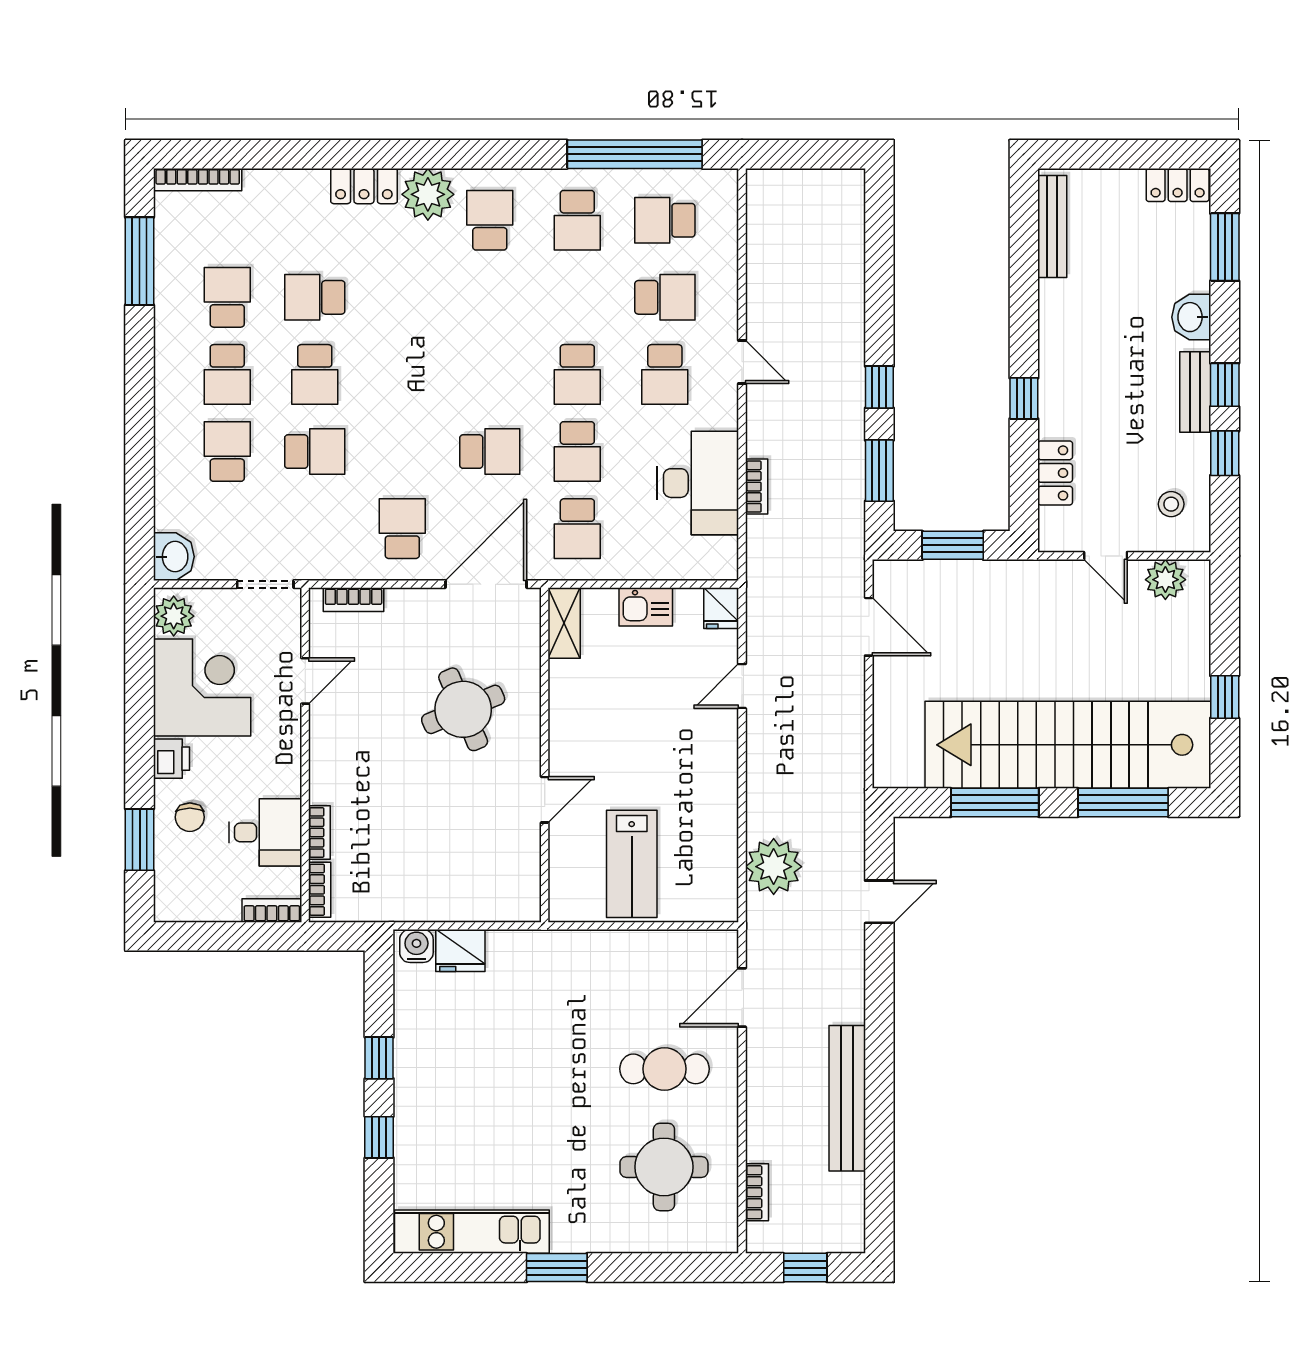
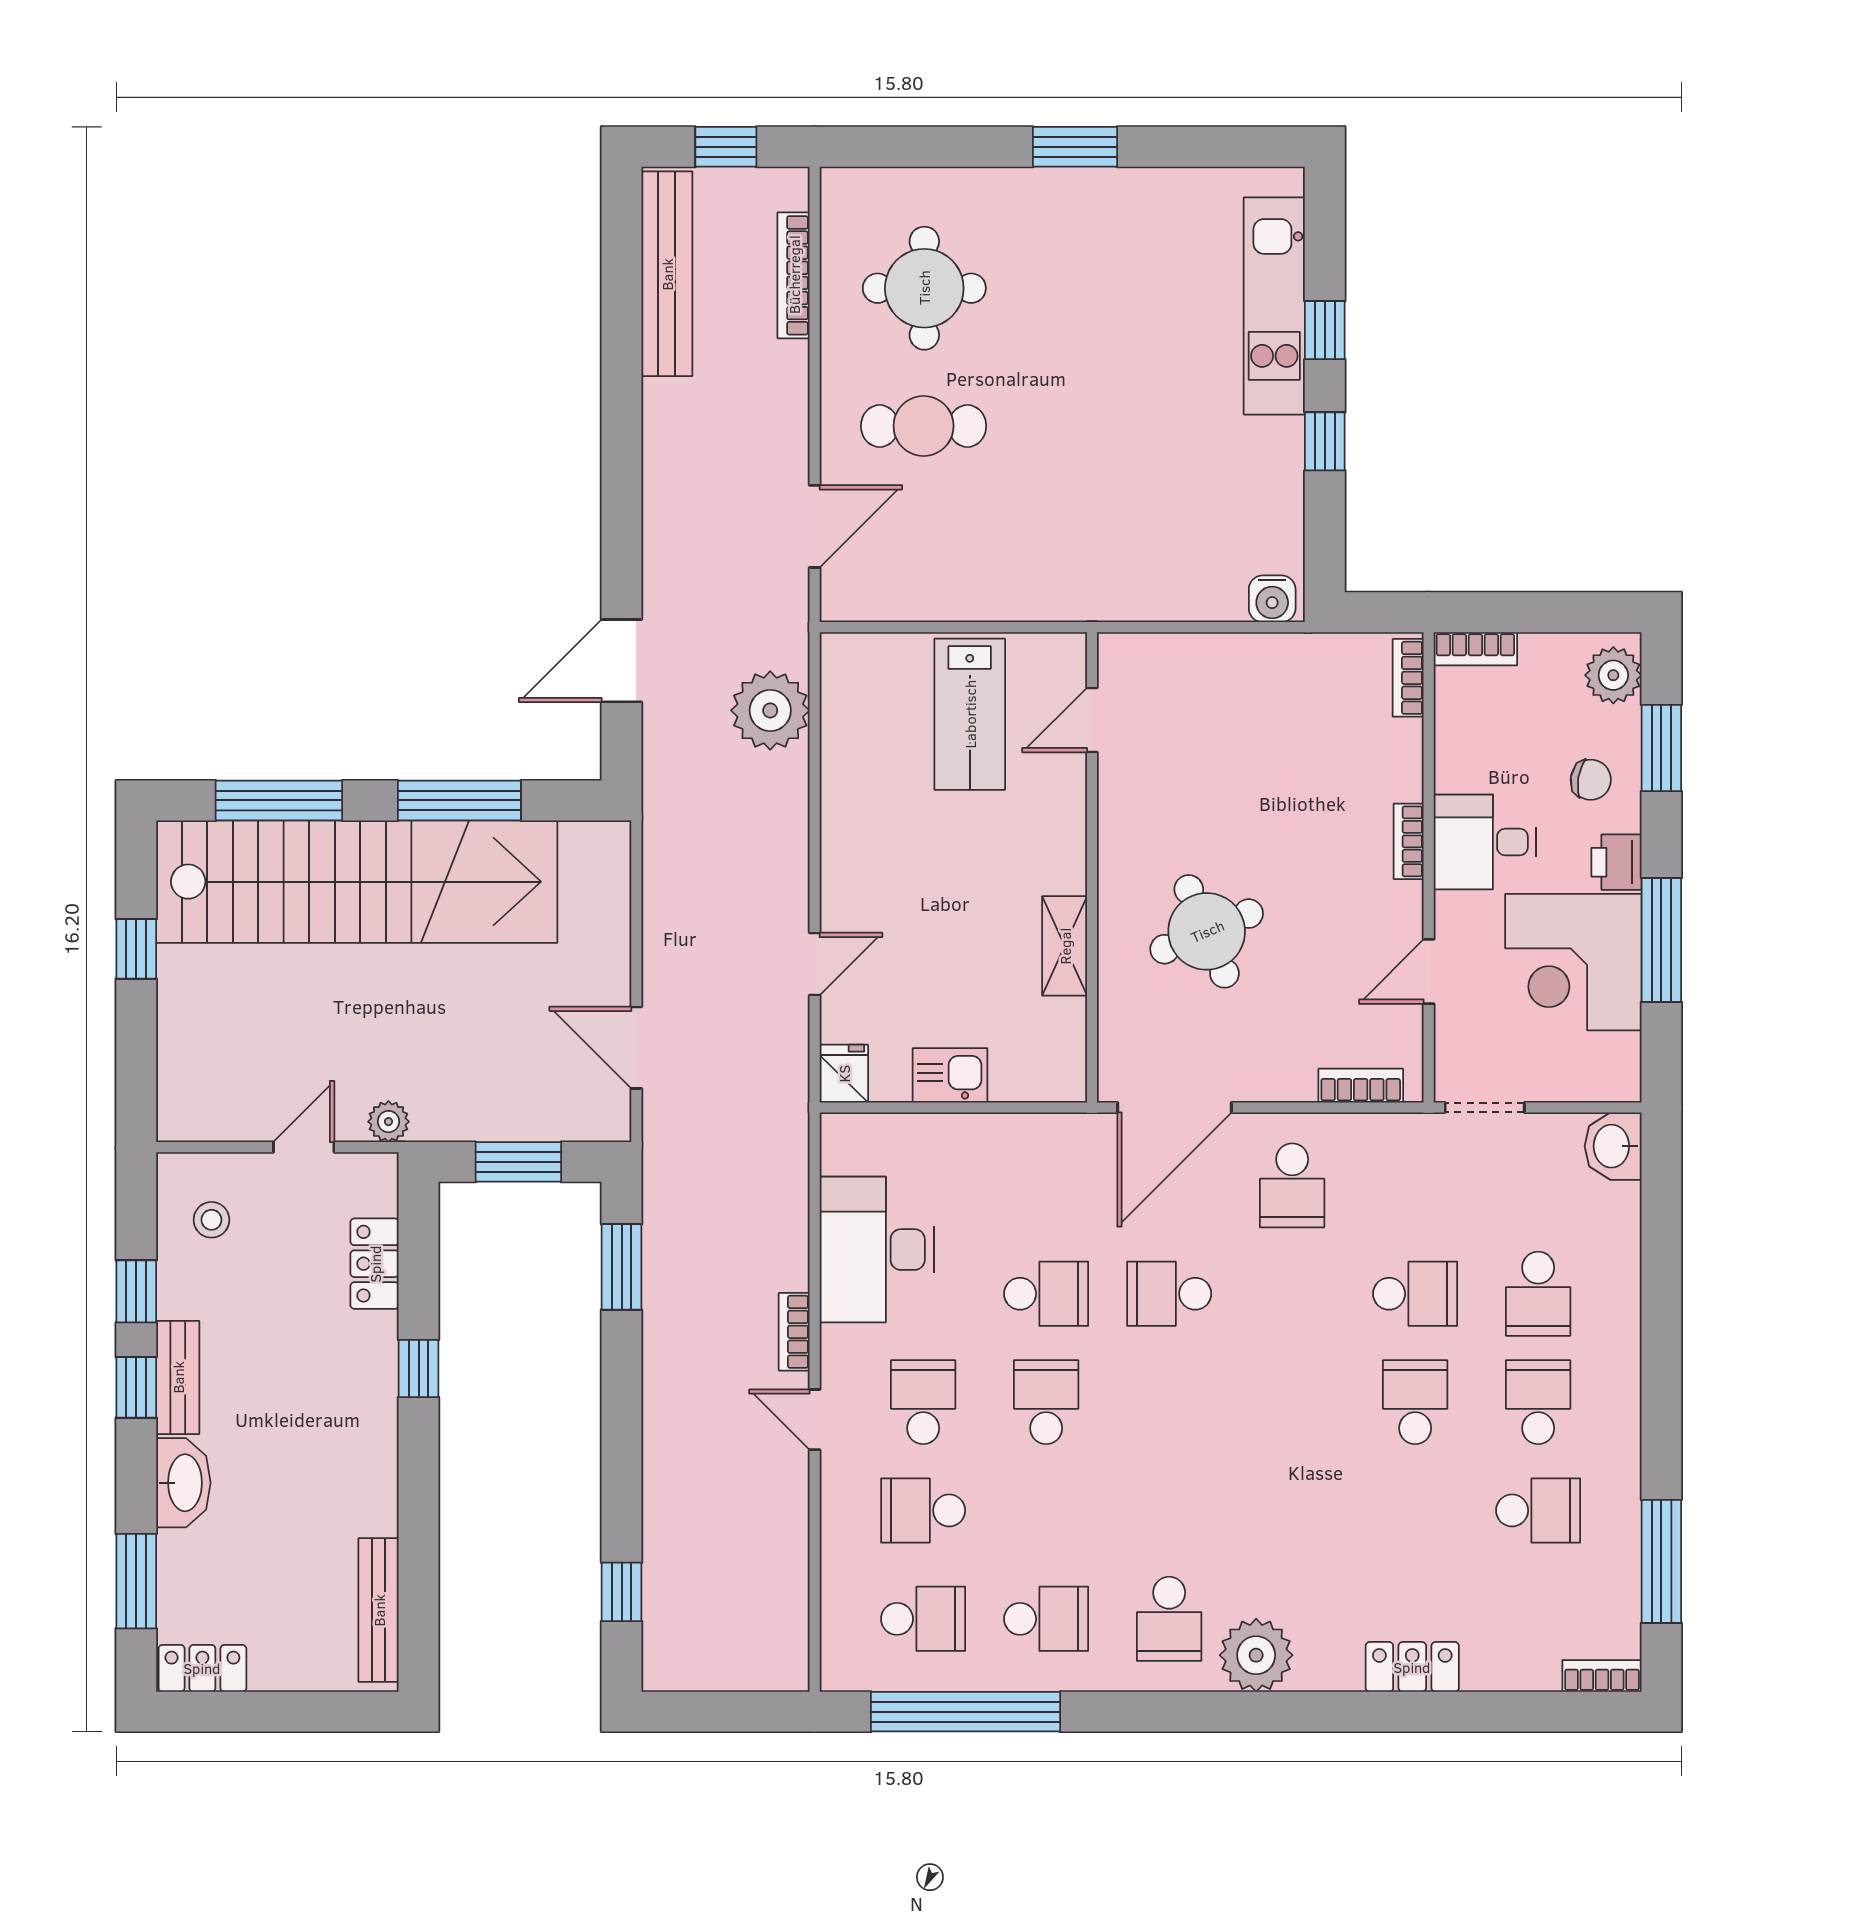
bookcase: (198, 180) -> (1602, 1676), width x0.64
locker: (364, 186) -> (1412, 1667), moved
school desk: (577, 220) -> (1046, 1619), turned 90
school desk: (227, 297) -> (1538, 1510), turned -90
school desk: (315, 297) -> (1415, 1510), removed
washbasin: (1191, 317) -> (183, 1483), width x1.38
window: (879, 387) -> (622, 1592), moved
school desk: (315, 452) -> (1415, 1294), turned 180
school desk: (577, 452) -> (1046, 1294), turned 90
bookcase: (757, 487) -> (794, 1332), moved
school desk: (577, 529) -> (1046, 1185), removed
door: (1106, 556) -> (304, 1147), hinge flipped
plant: (1165, 580) -> (388, 1122), moved, width x0.73, depth x0.73
plant: (174, 616) -> (1613, 675), moved
shelving: (564, 623) -> (1065, 946), moved
window: (140, 703) -> (1661, 940), added
door: (545, 800) -> (1092, 720), moved
chair: (190, 817) -> (1591, 780), turned 99
desk: (265, 832) -> (1485, 842), moved
bookcase: (319, 832) -> (1409, 841), moved
lab bench: (632, 864) -> (970, 714), turned 180
door: (879, 902) -> (622, 661), width x1.38
fridge: (460, 950) -> (1210, 593), removed
bench: (847, 1098) -> (667, 274), moved
bookcase: (757, 1192) -> (794, 275), width x1.56
kitchen unit: (472, 1232) -> (1274, 306), moved, turned 90

